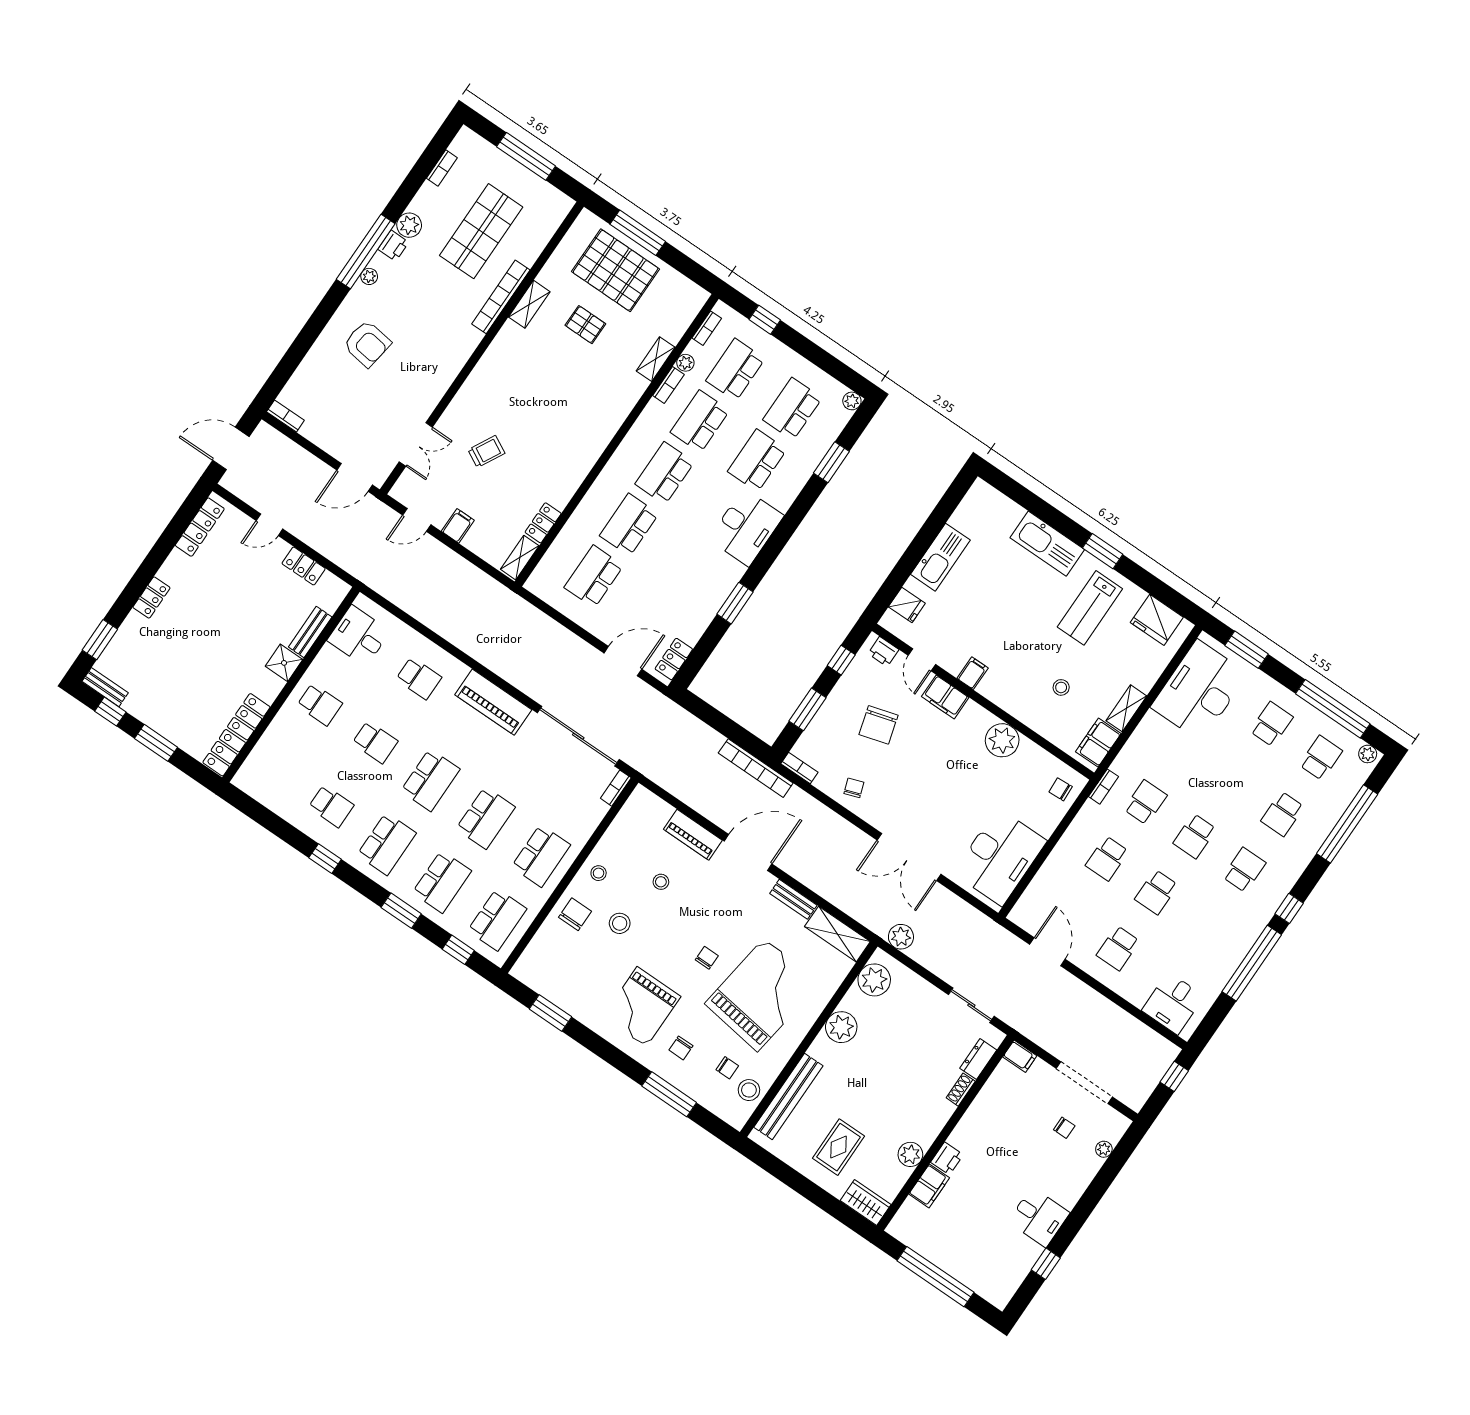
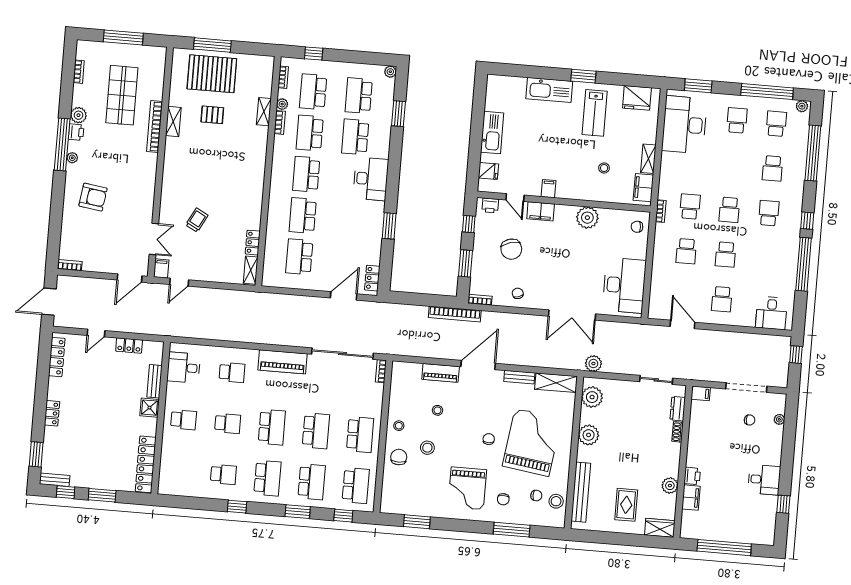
filing cabinet: (458, 526) -> (161, 268), moved

